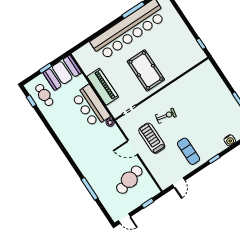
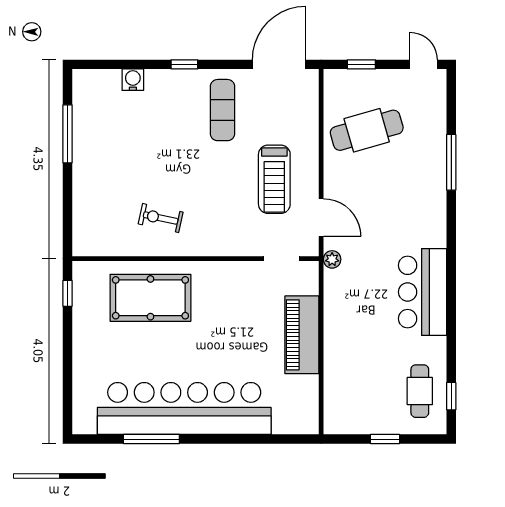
pool table: (146, 70) -> (150, 298), moved, turned 90
booth: (62, 73) -> (359, 410), removed
bar counter: (91, 106) -> (423, 292), moved, turned 180
exercise bike: (166, 116) -> (161, 218), moved
door: (133, 147) -> (321, 218), moved
door: (179, 183) -> (279, 64), width x1.87

